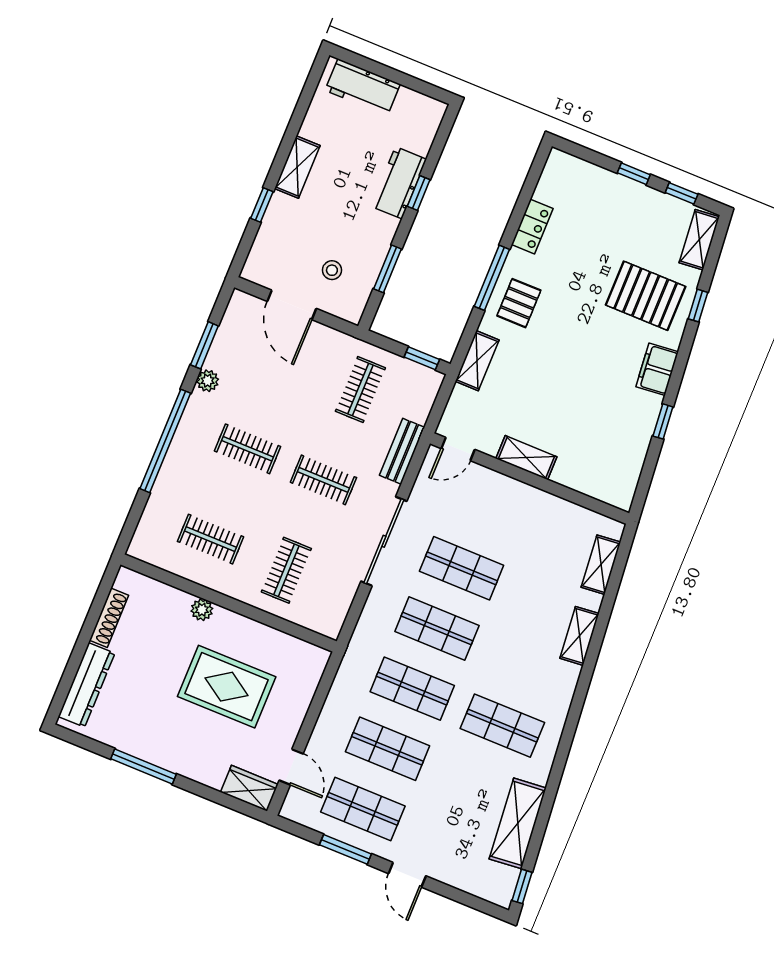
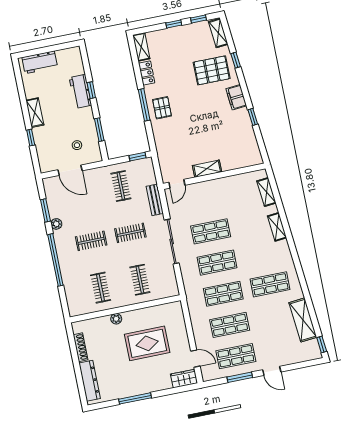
shelving: (477, 361) -> (141, 47), moved
clothes rail: (210, 539) -> (101, 288), turned 90

